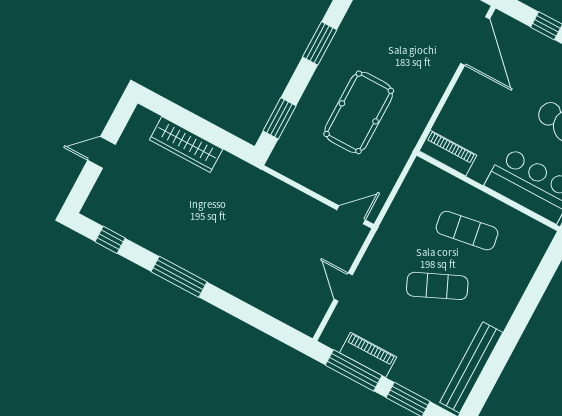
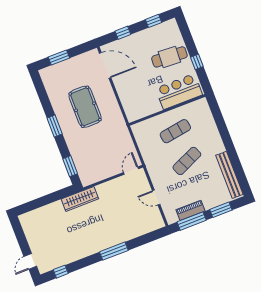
pool table: (359, 112) -> (85, 107), moved
wardrobe: (186, 144) -> (80, 199), moved
door: (102, 152) -> (30, 261), moved
piano: (448, 153) -> (139, 113), removed
window: (179, 277) -> (114, 251), moved

